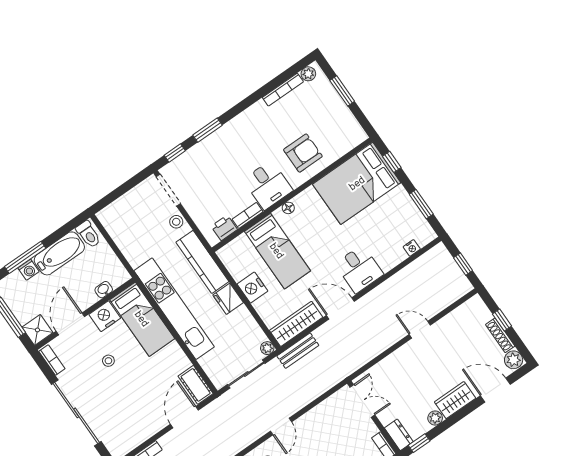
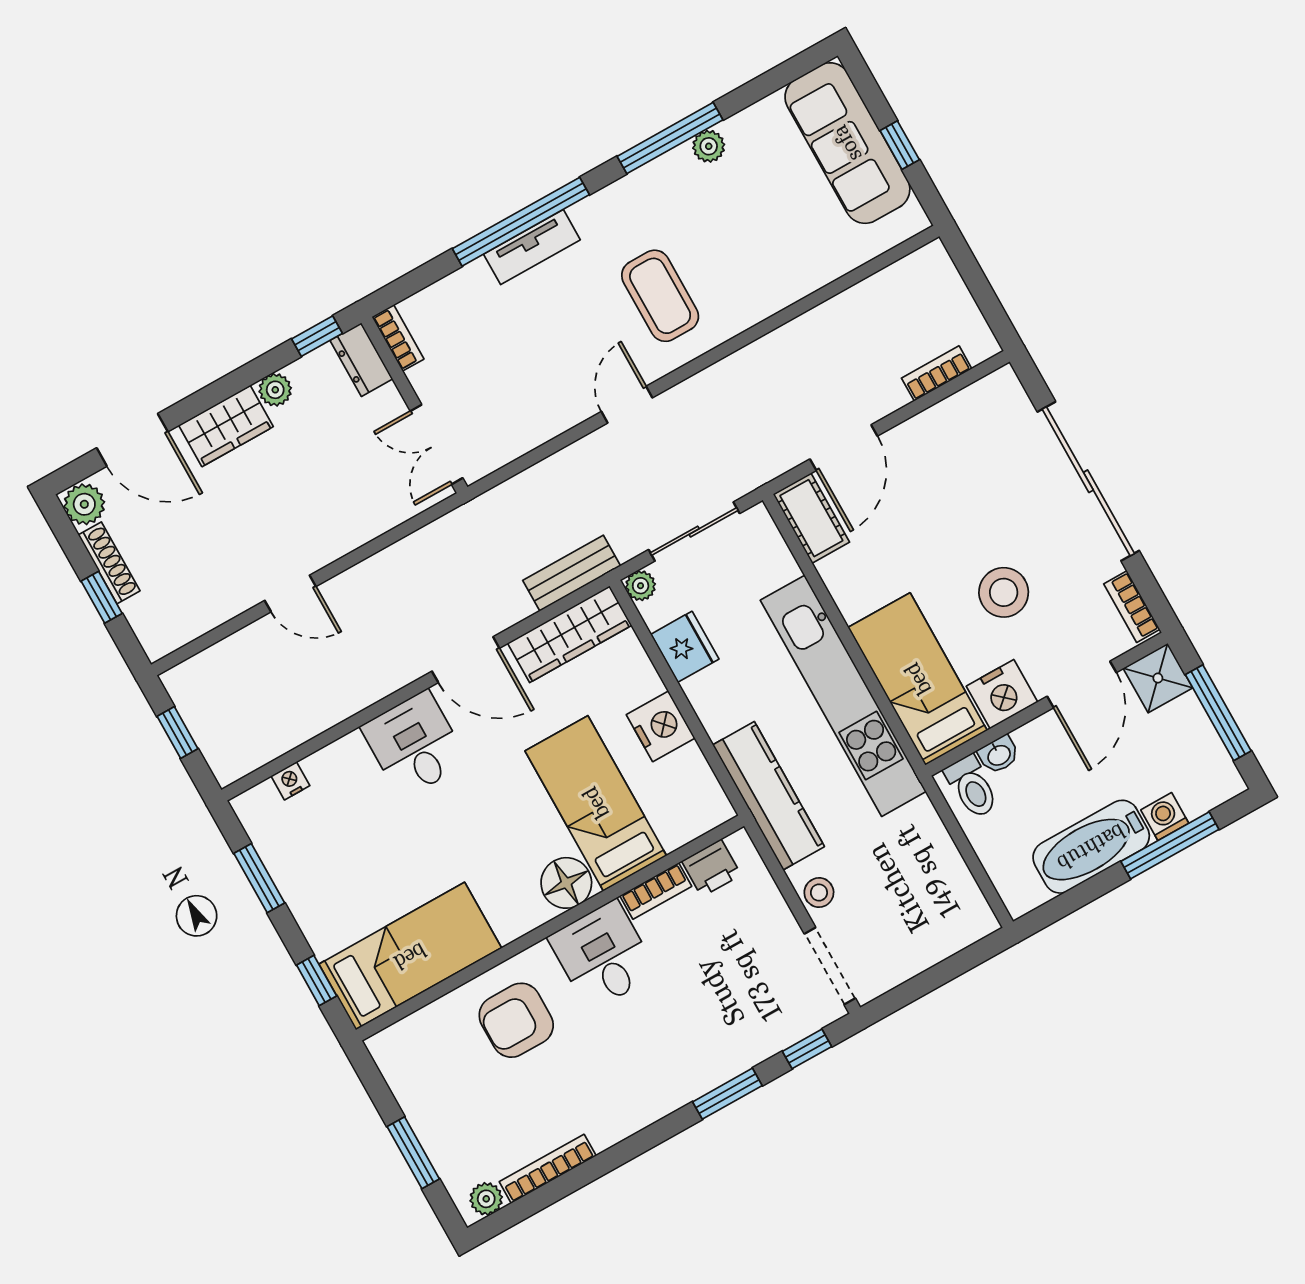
bed: (357, 183) -> (410, 956), width x0.67
floor lamp: (288, 208) -> (566, 883), width x1.89, depth x1.89
toilet: (88, 234) -> (972, 787), moved, turned 180
fridge: (228, 299) -> (685, 647), moved
stool: (108, 361) -> (1004, 592), width x1.89, depth x1.89

